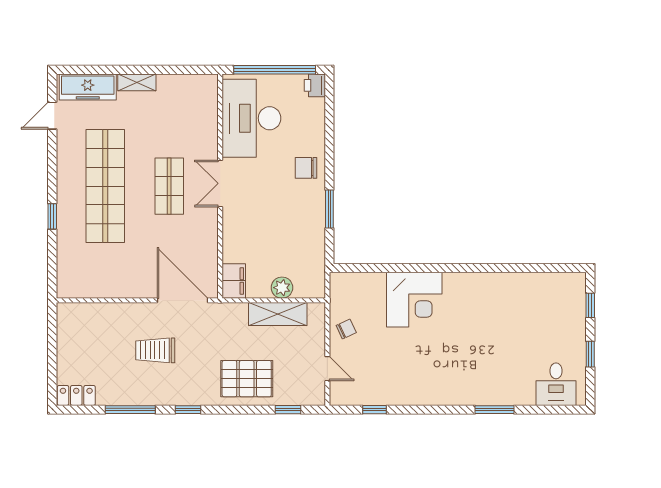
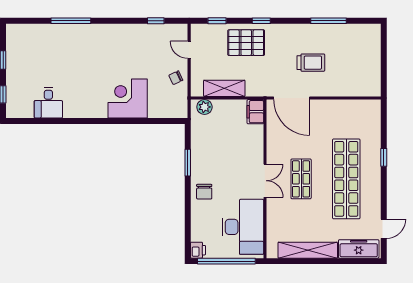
shelving: (137, 82) -> (308, 250), width x2.20, depth x1.33
chair: (306, 168) -> (204, 192), turned 90
plant: (282, 288) -> (204, 107), moved
desk: (556, 384) -> (48, 103), moved, turned 180
locker: (76, 395) -> (367, 31), removed
window: (188, 410) -> (261, 21), moved
window: (494, 410) -> (71, 21), width x1.44

